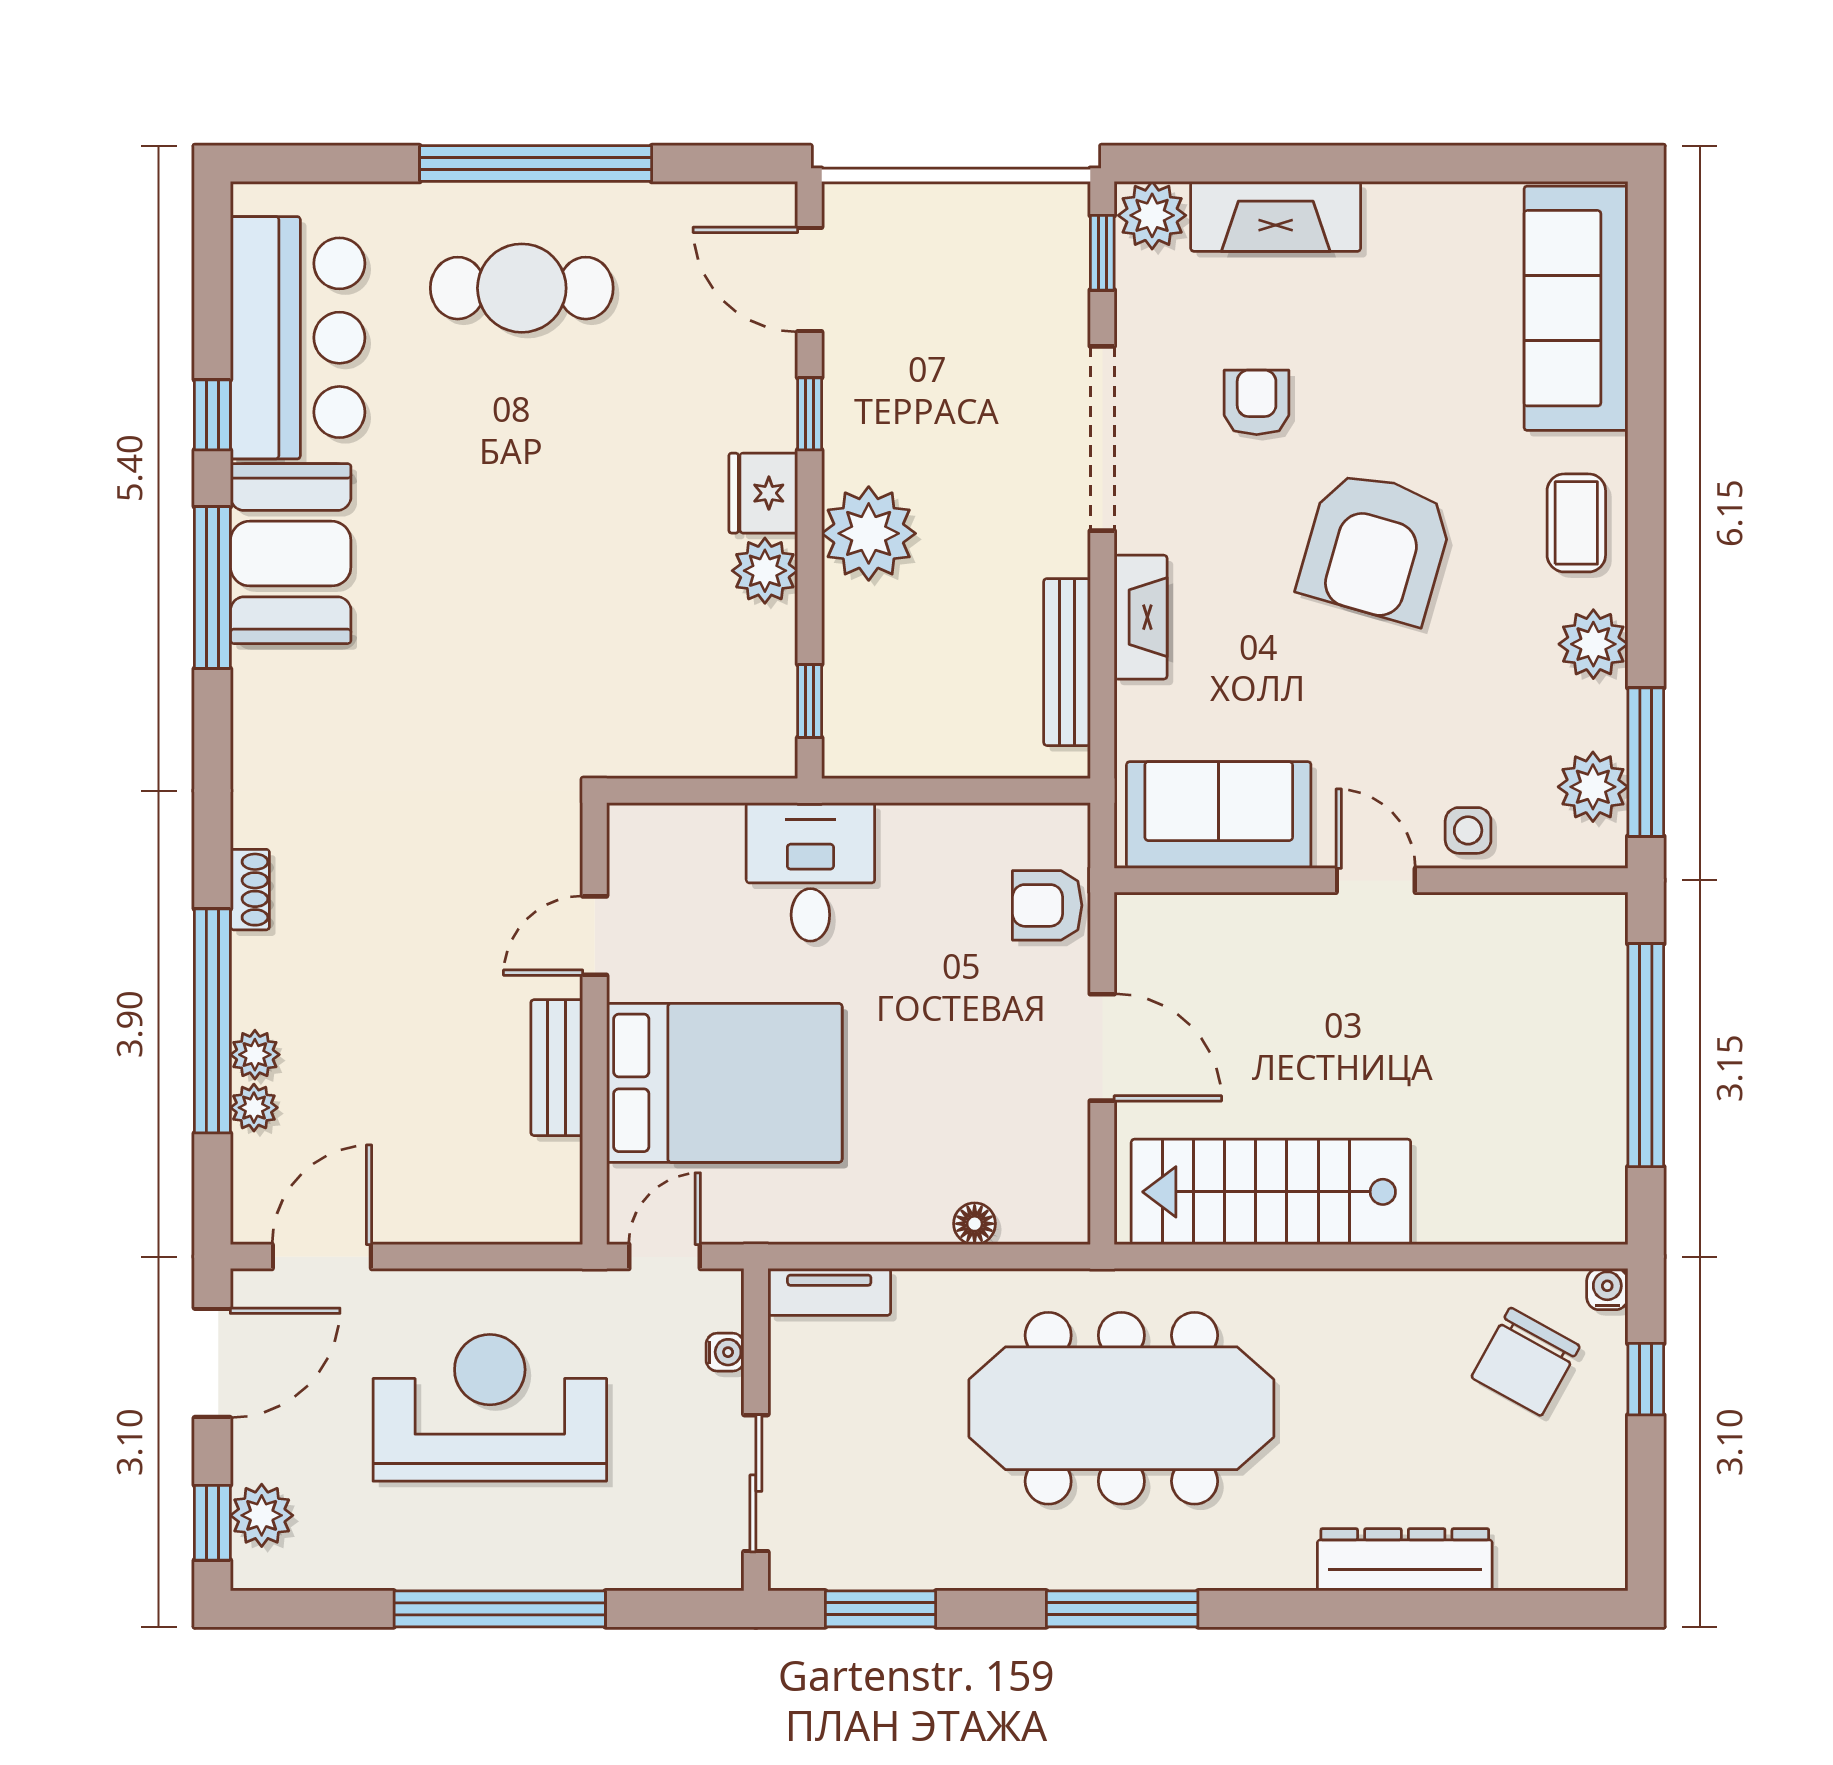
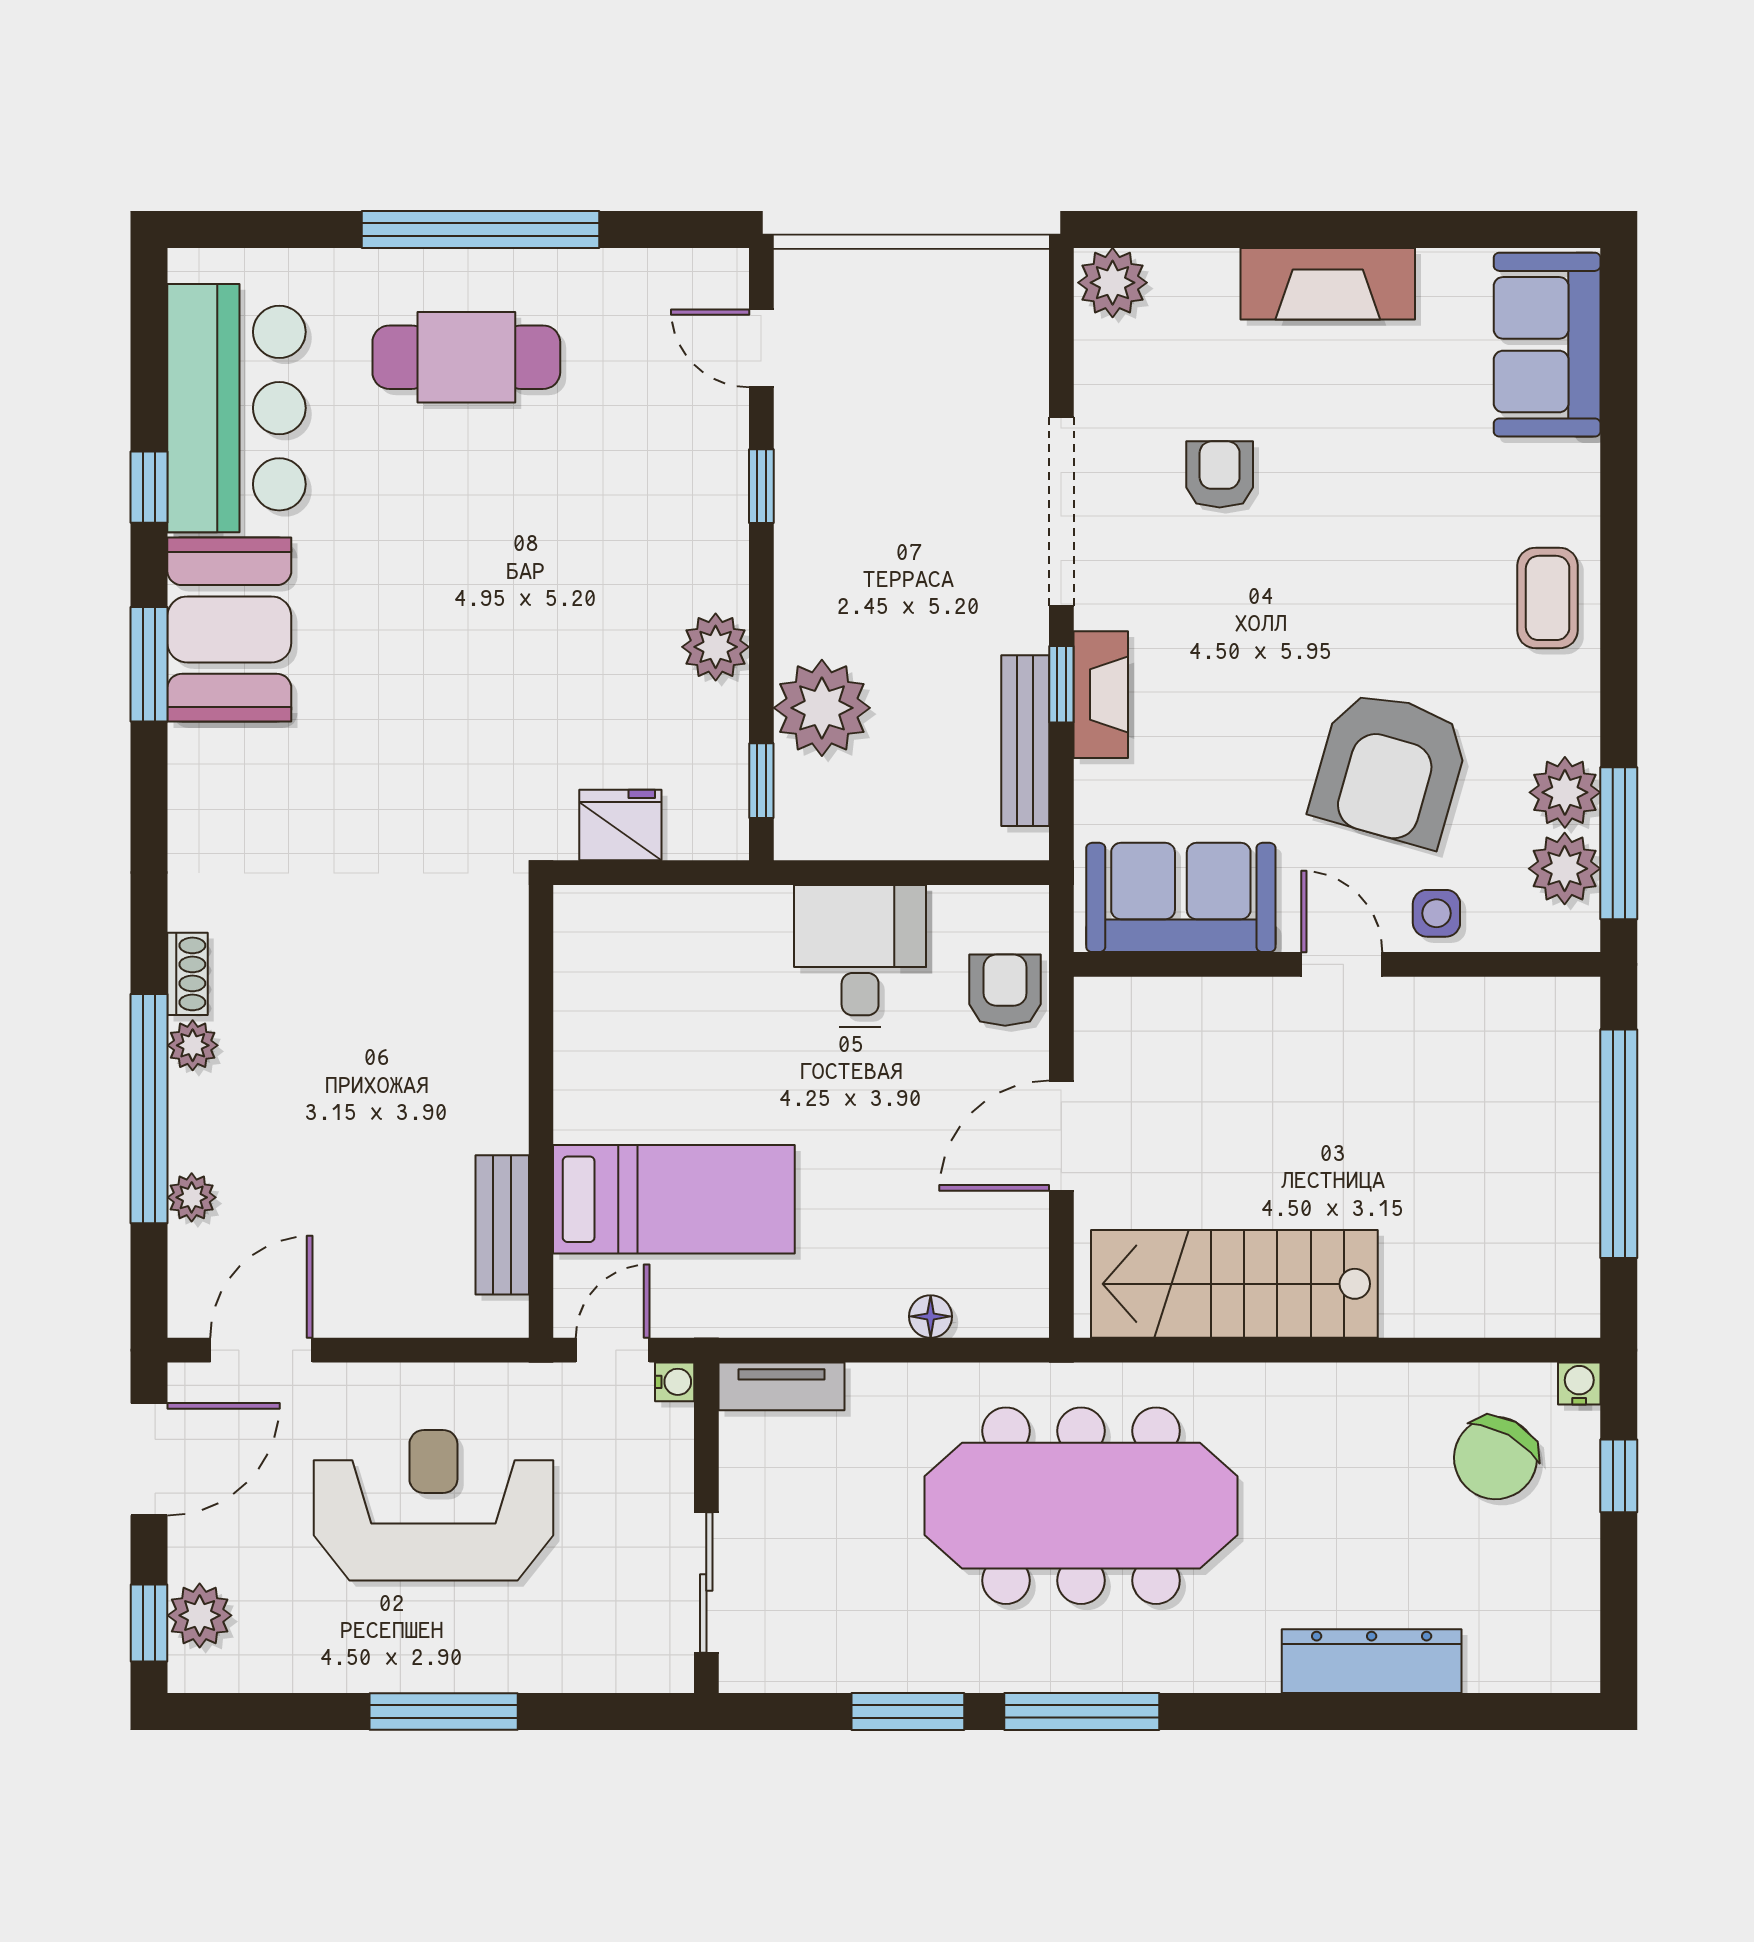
fireplace: (1276, 216) -> (1328, 284), moved
window: (1102, 253) -> (1061, 684), moved
door: (810, 280) -> (761, 348), width x0.73
sofa: (1576, 308) -> (1547, 345), width x0.73
fridge: (763, 493) -> (620, 825), moved, turned 90
plant: (869, 533) -> (822, 708), moved
armchair: (1376, 547) -> (1390, 768), moved
window: (212, 588) -> (149, 664), width x0.69
plant: (1593, 644) -> (1565, 792), moved
desk: (810, 872) -> (860, 956), moved
armchair: (1047, 905) -> (1005, 990), turned 90
door: (595, 936) -> (541, 1021), removed
door: (1102, 1047) -> (1061, 1136), swing flipped
plant: (255, 1055) -> (193, 1045), moved
bench: (557, 1068) -> (502, 1225), moved
bed: (724, 1083) -> (674, 1199), width x0.67
water cooler: (725, 1352) -> (675, 1382), moved
window: (500, 1609) -> (444, 1711), width x0.68
window: (881, 1609) -> (908, 1711), moved

